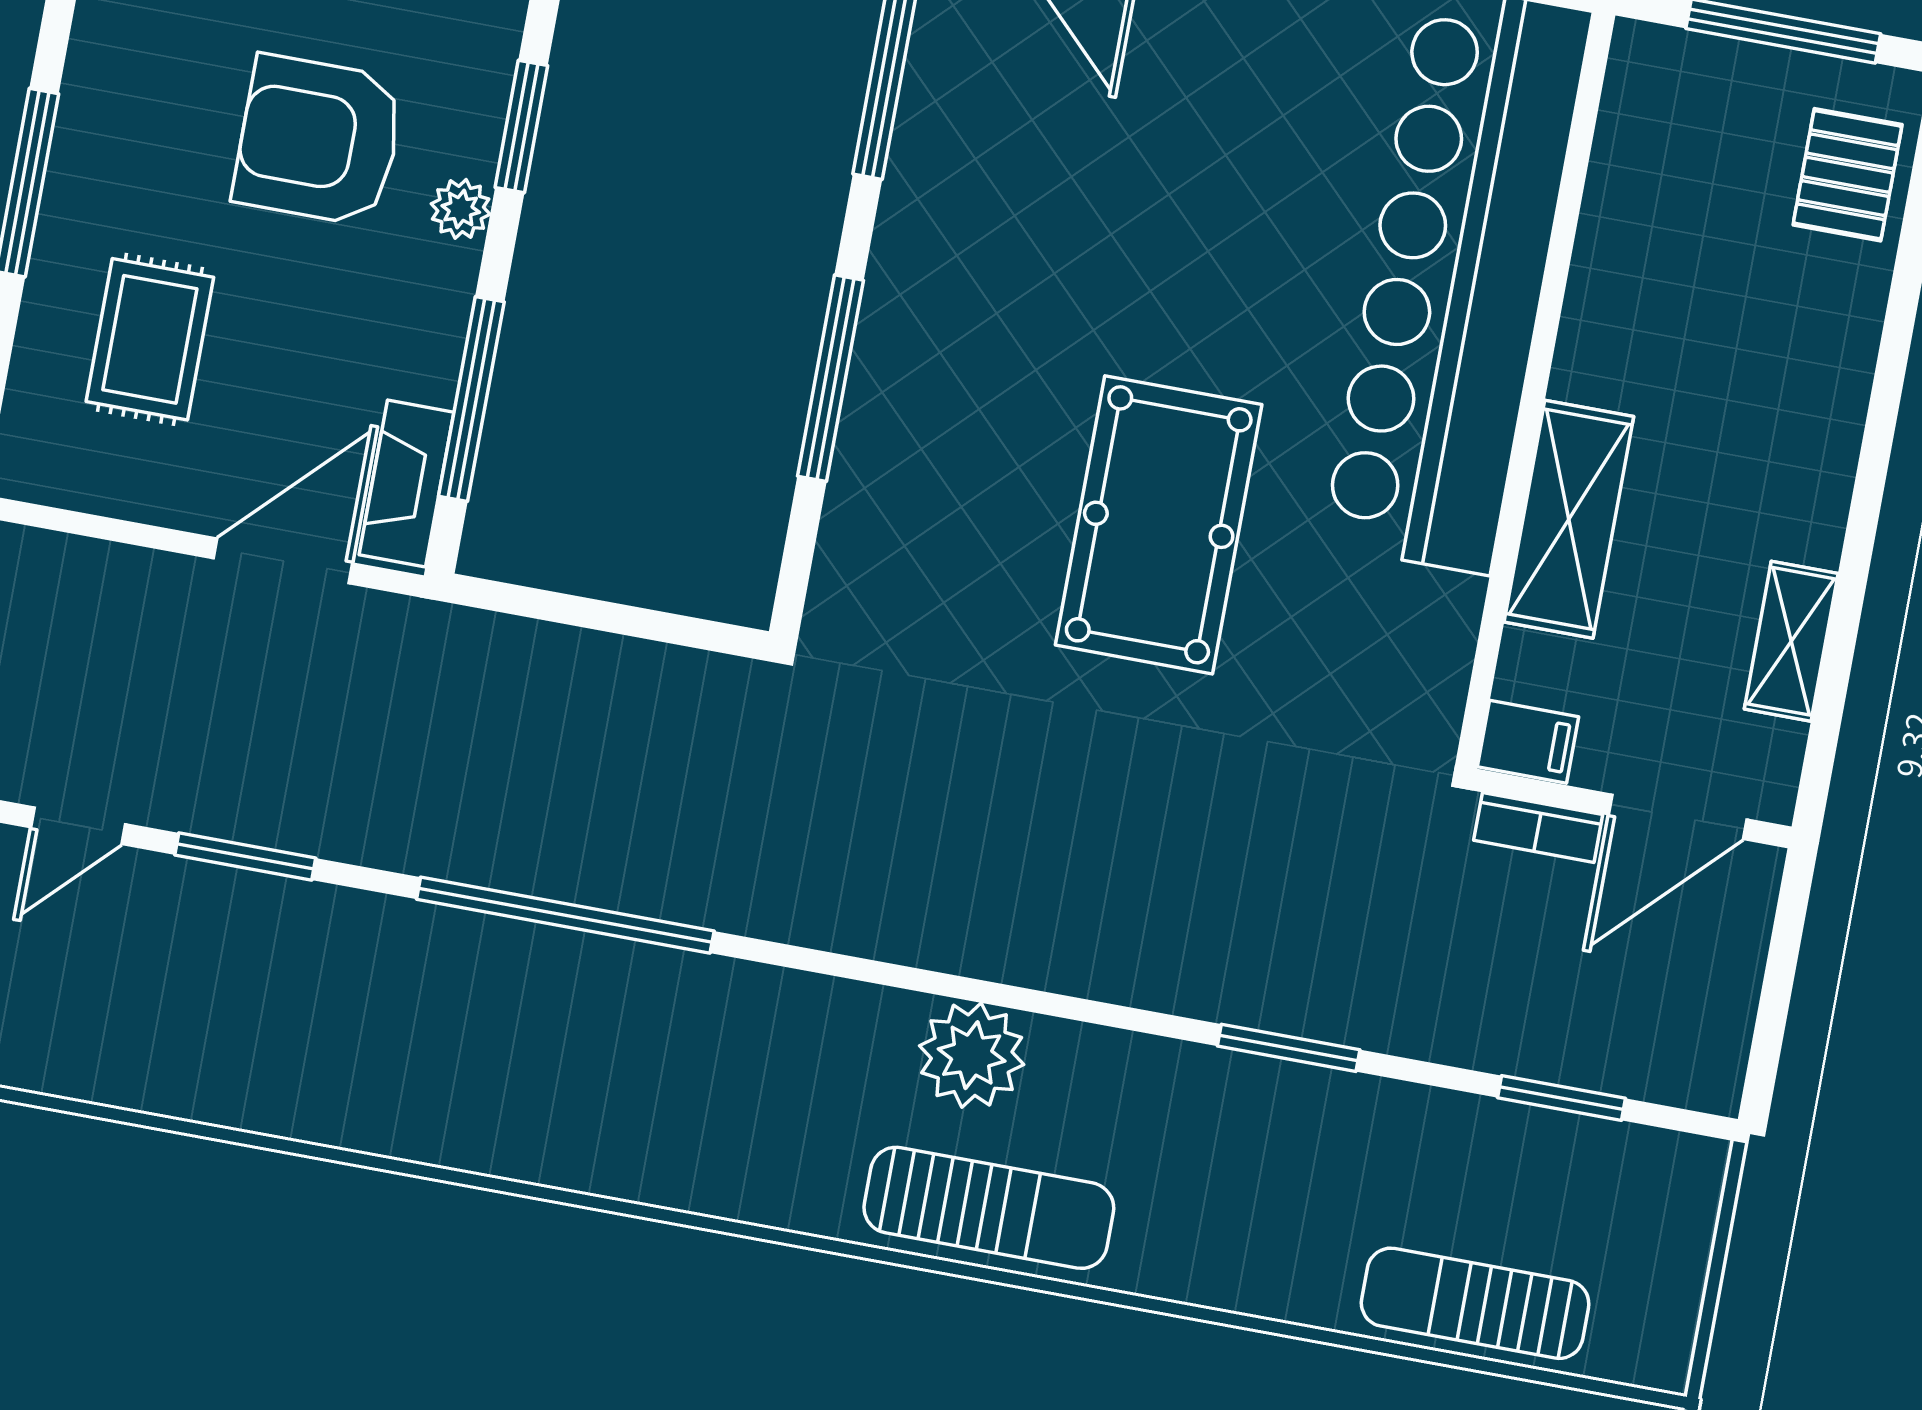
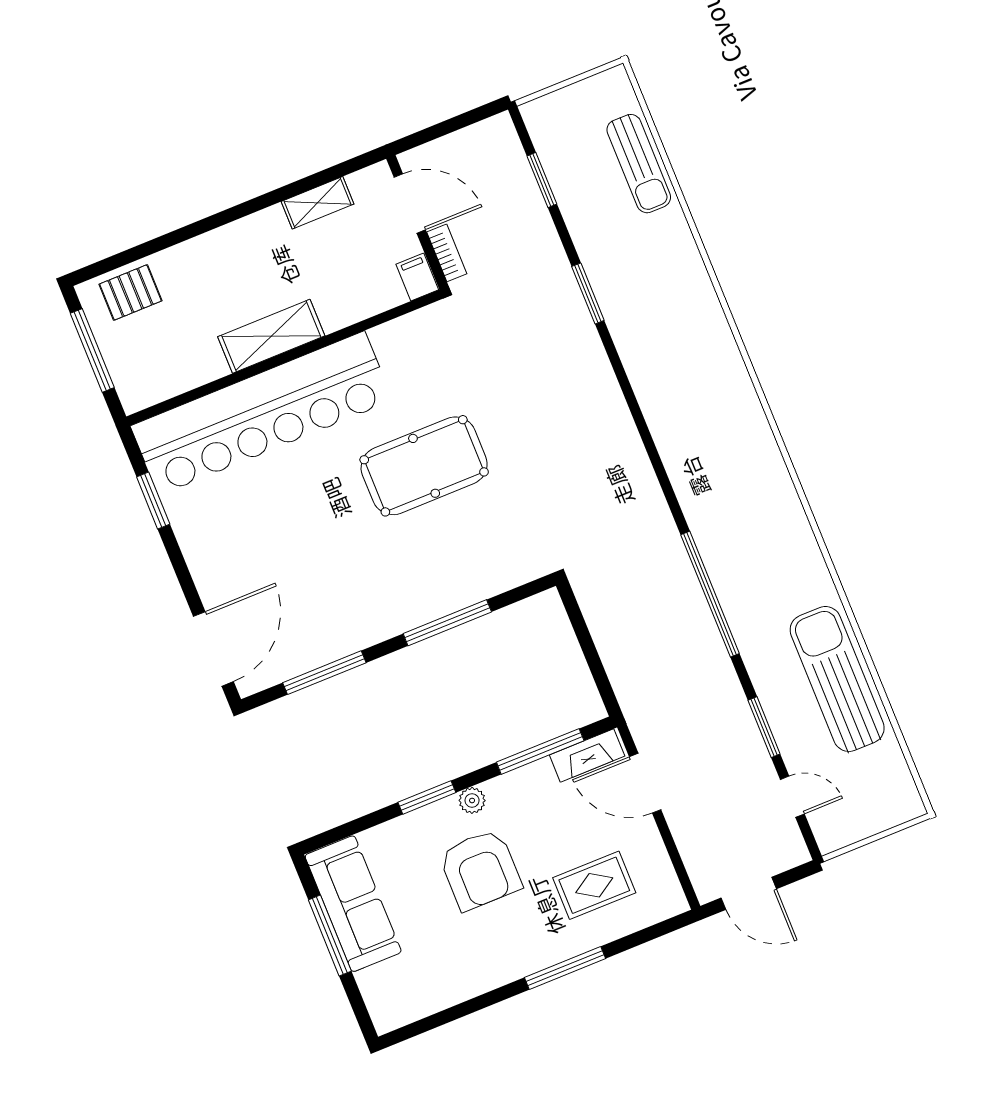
shelving: (1569, 519) -> (271, 336), moved
plant: (972, 1055) -> (666, 410), removed
sun lounger: (989, 1208) -> (837, 679), moved, width x1.36, depth x1.34

